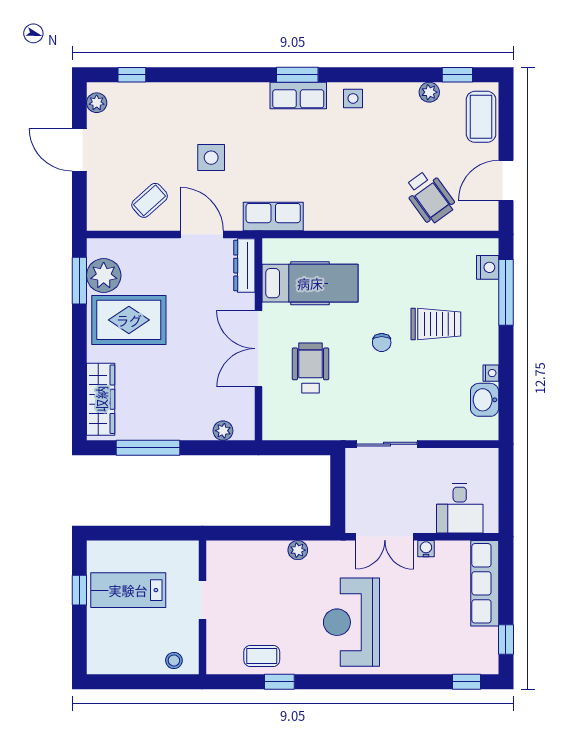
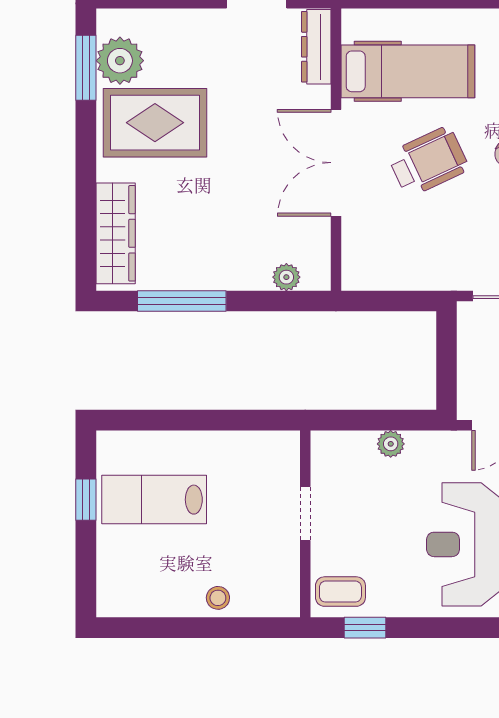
wheelchair: (311, 368) -> (428, 162), moved, turned 65
doorway: (202, 600) -> (305, 513), moved
wall: (202, 607) -> (305, 524), moved

